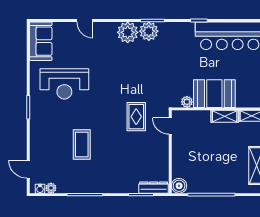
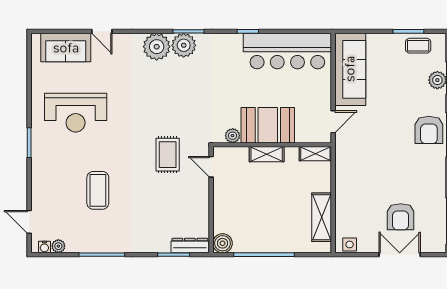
sofa: (41, 41) -> (66, 48), moved, turned 90
shelving: (225, 116) -> (267, 154), moved

